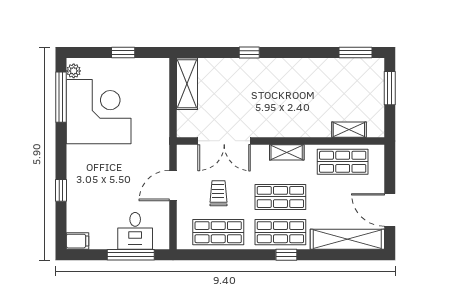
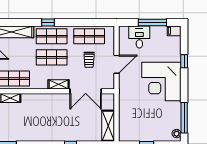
corner desk: (99, 112) -> (161, 82), moved
double door: (224, 141) -> (86, 91), swing flipped
shelving: (287, 152) -> (59, 84), moved
window: (131, 255) -> (152, 22), moved

